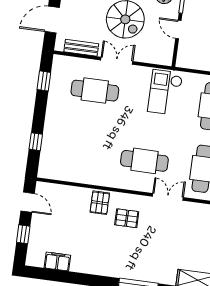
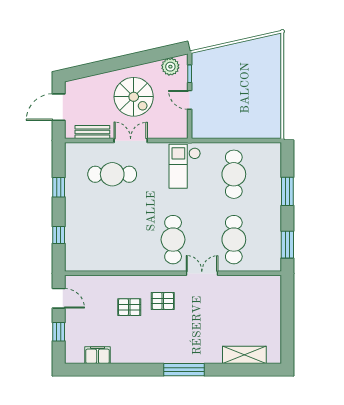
window: (44, 81) -> (59, 187), moved
cafe table: (144, 161) -> (173, 240), turned 90
pallet: (100, 203) -> (129, 307), moved, turned 90

